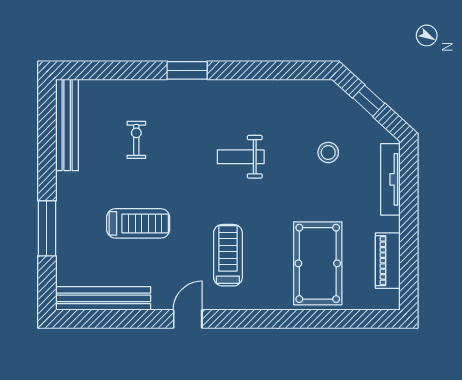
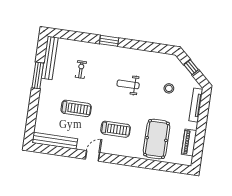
window: (47, 228) -> (38, 75), moved
treadmill: (228, 255) -> (115, 129), turned 90

